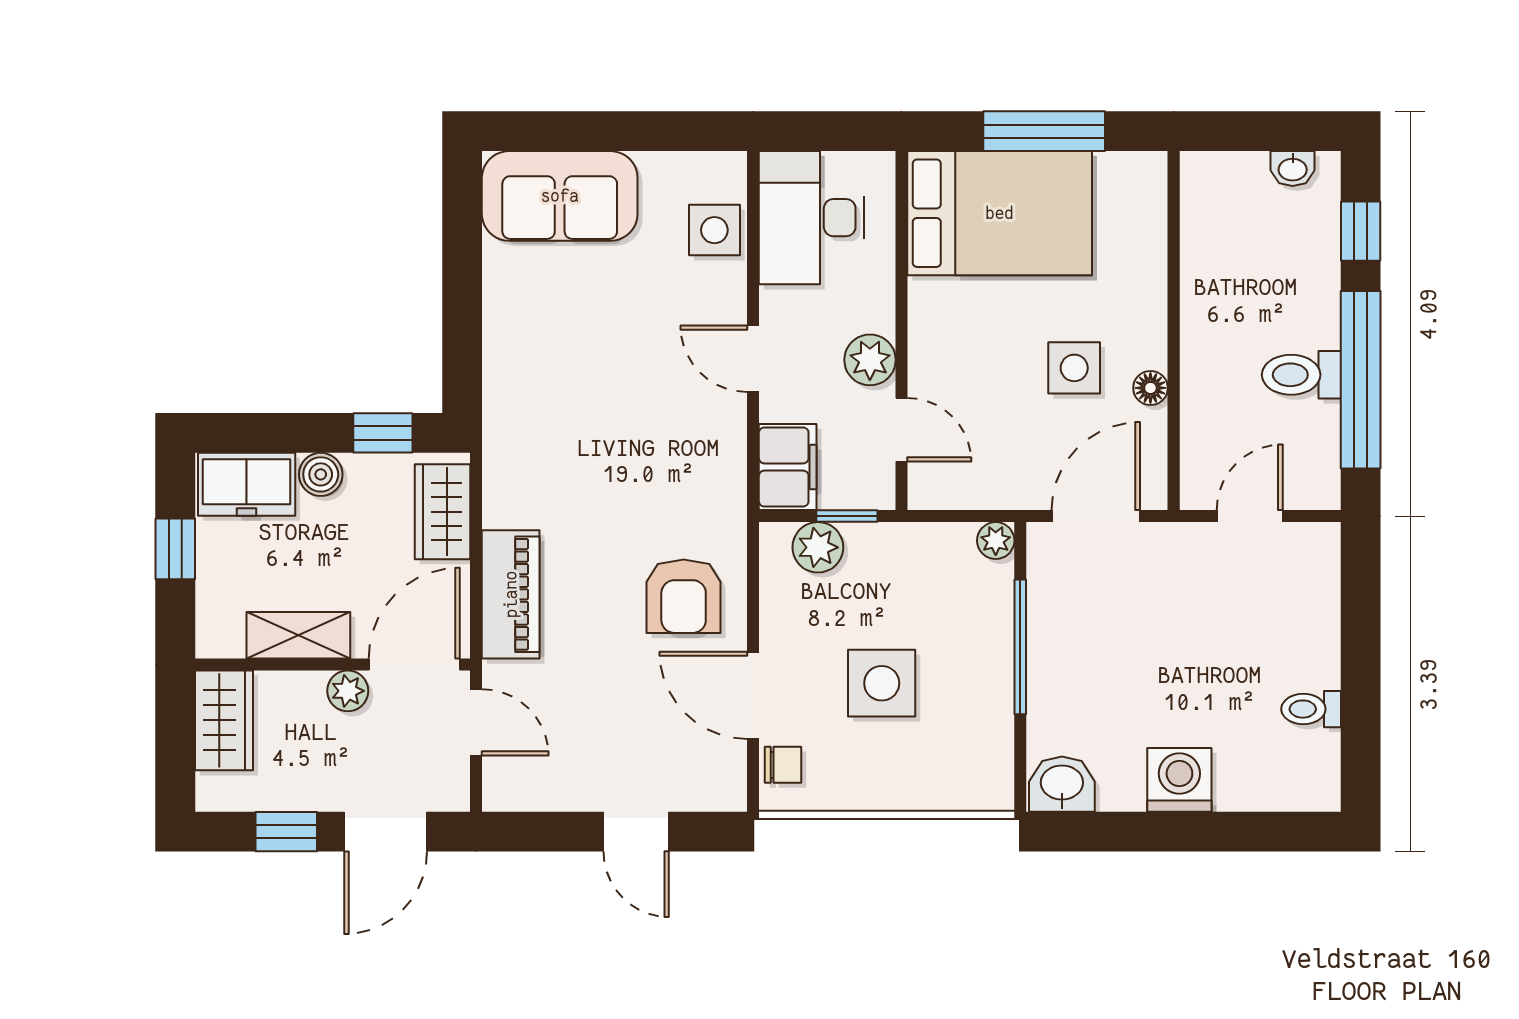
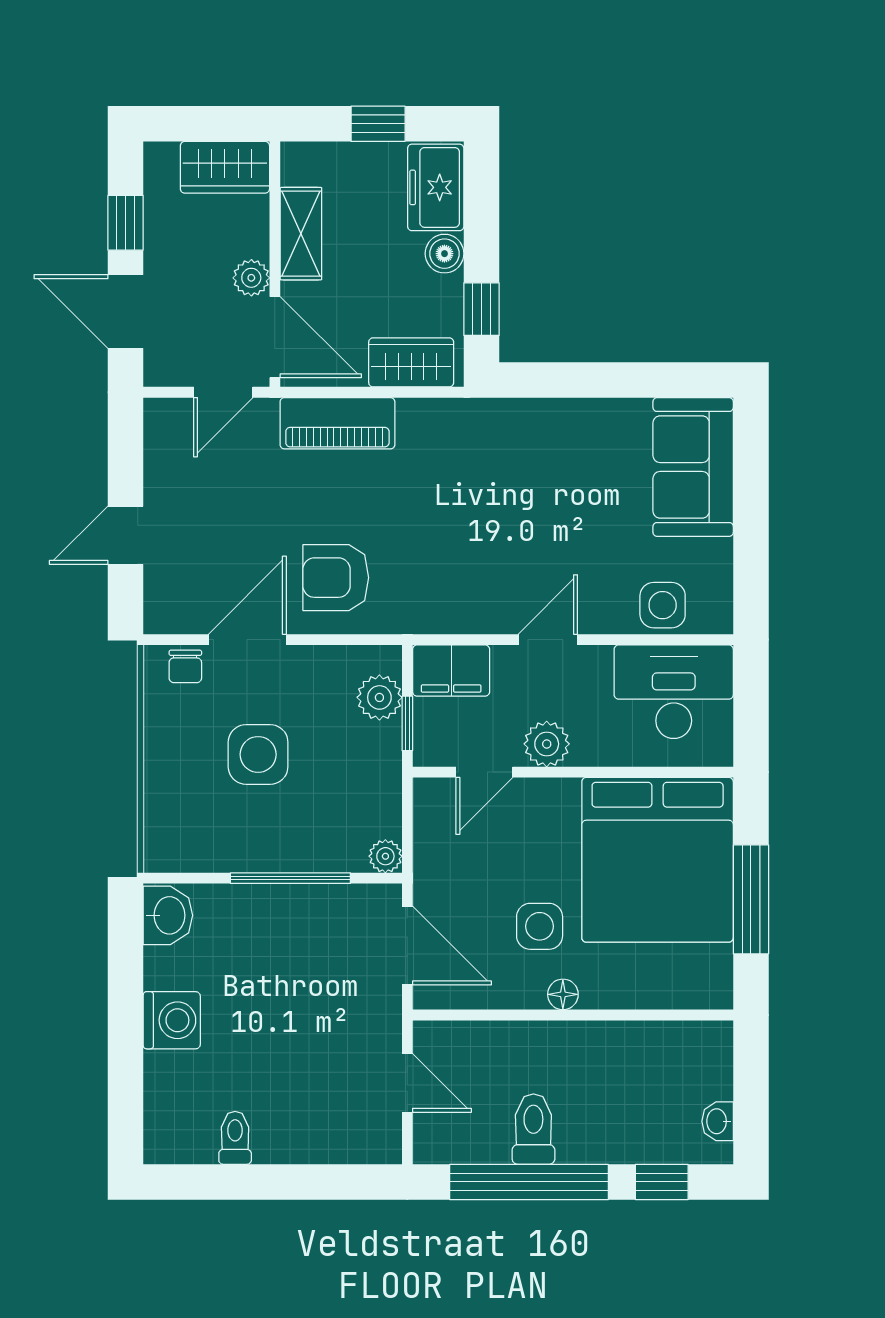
bed: (1000, 213) -> (658, 860), width x1.36
floor lamp: (1150, 388) -> (563, 994), moved

